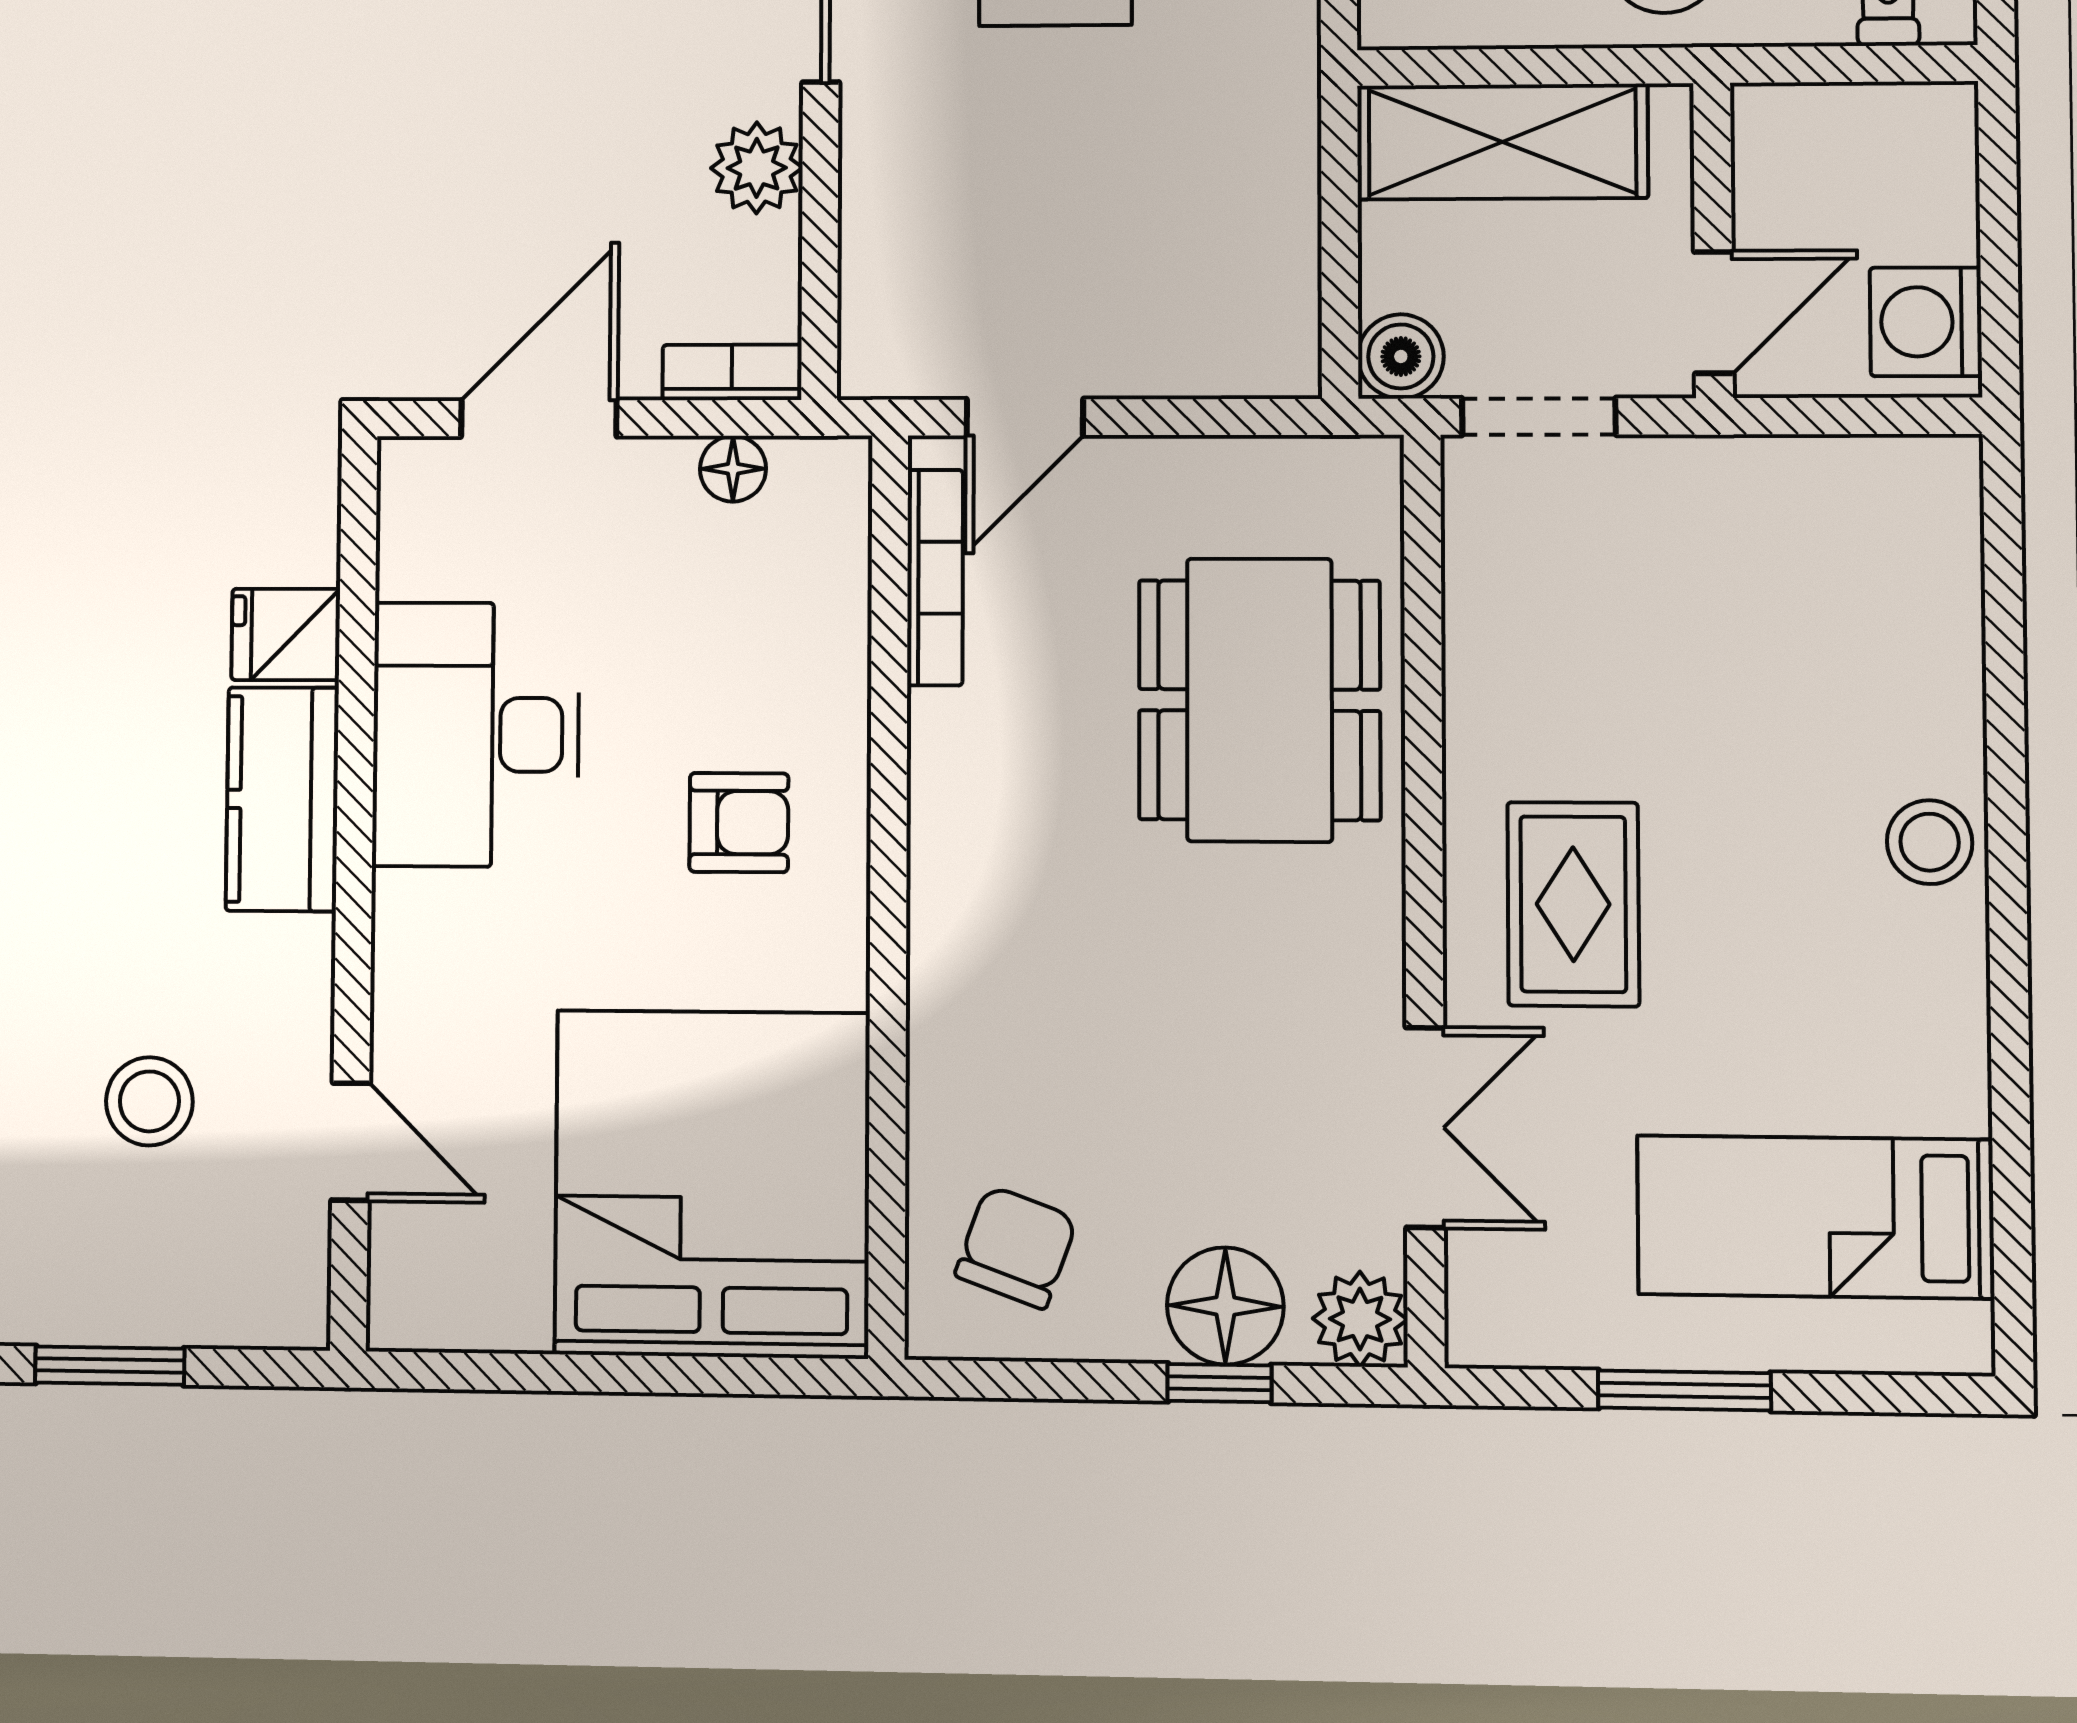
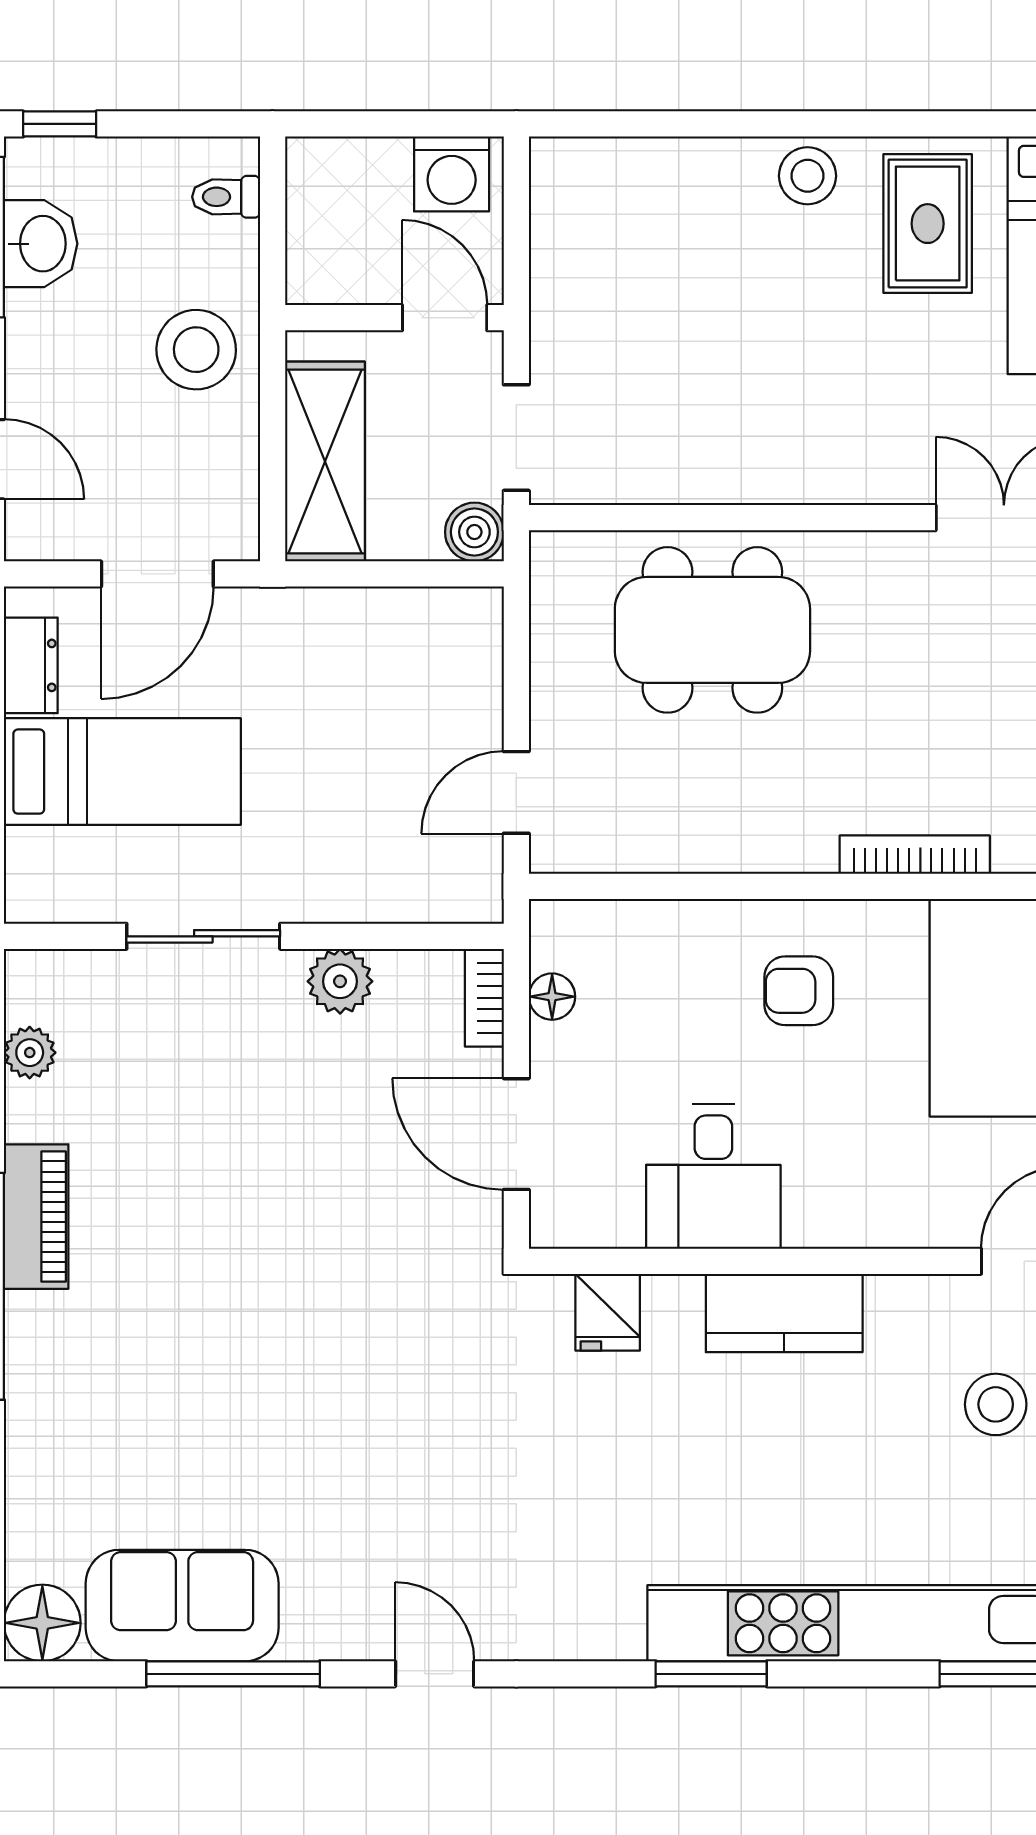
door: (1025, 417) -> (516, 792), swing flipped
bookcase: (935, 578) -> (915, 855), moved
fridge: (286, 635) -> (608, 1312), moved
desk: (476, 735) -> (713, 1176), width x0.73
armchair: (739, 823) -> (799, 991), turned -90
rug: (1573, 904) -> (928, 224), moved, turned 90

